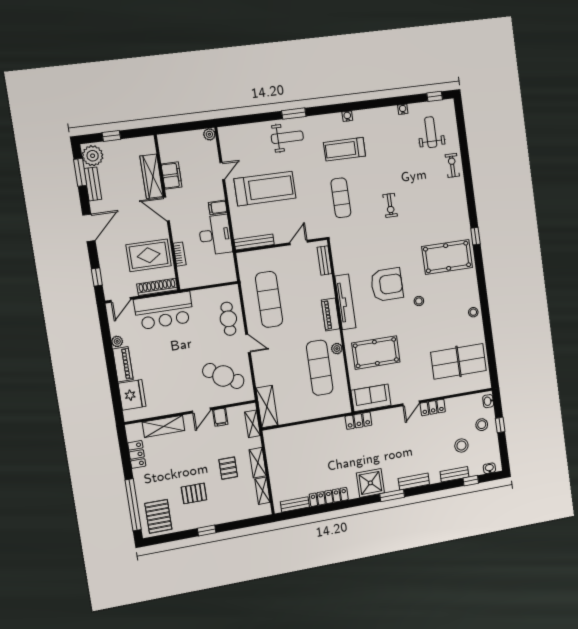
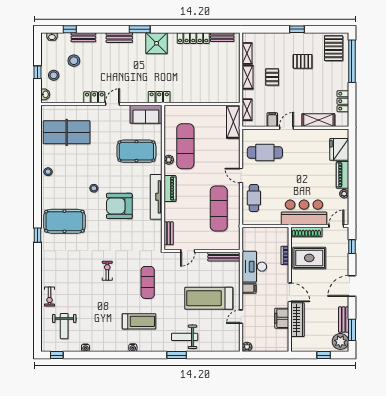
cafe table: (223, 376) -> (265, 153), turned -31

